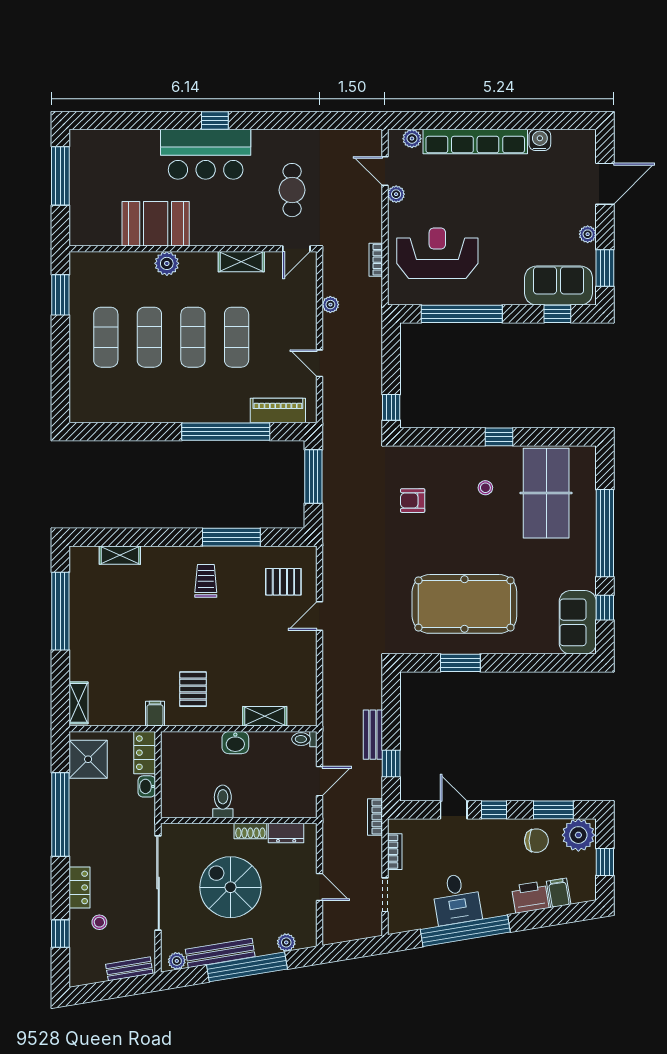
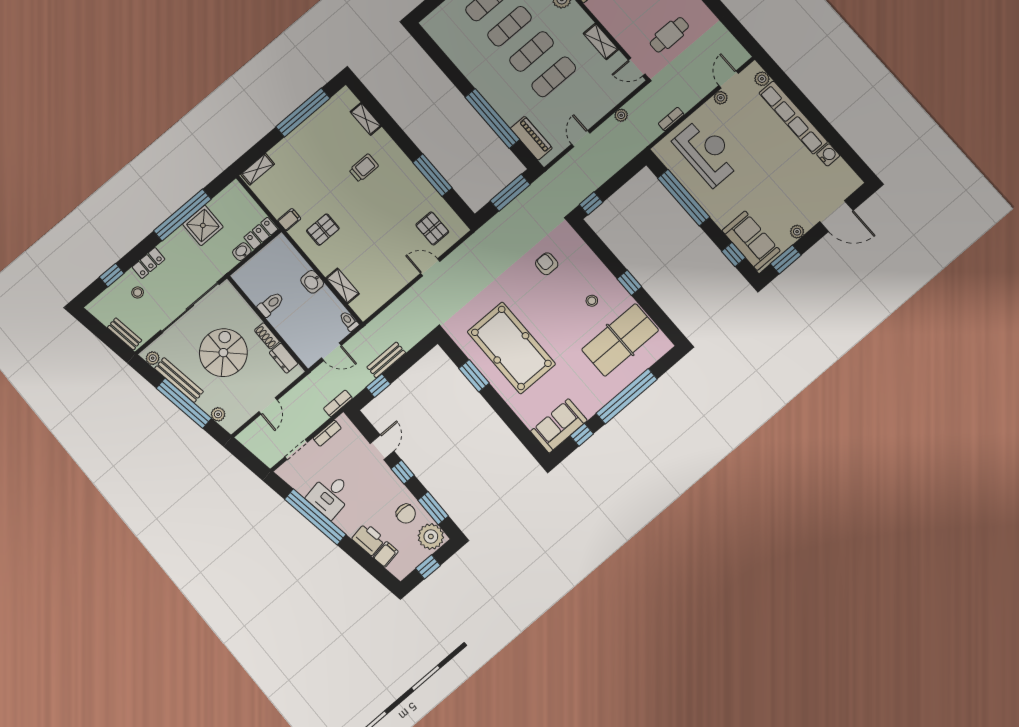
trolley: (206, 581) -> (364, 168), moved
shower: (88, 759) -> (203, 225), moved

